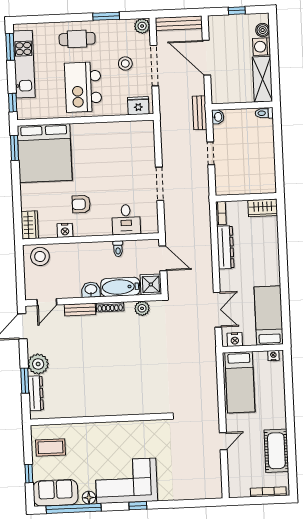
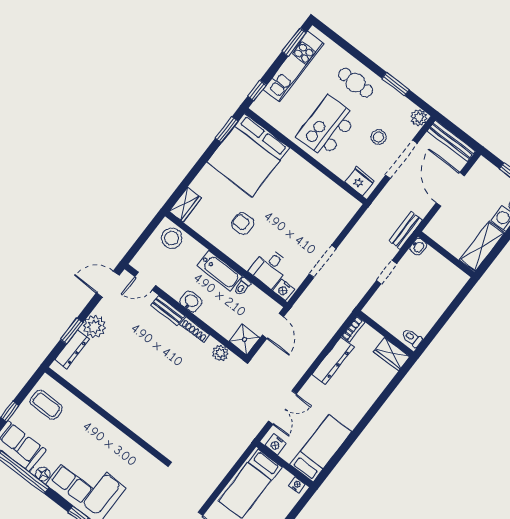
toilet: (264, 113) -> (412, 338), moved
nightstand: (65, 230) -> (284, 290), moved
bathtub: (120, 287) -> (220, 271), moved, turned 180

